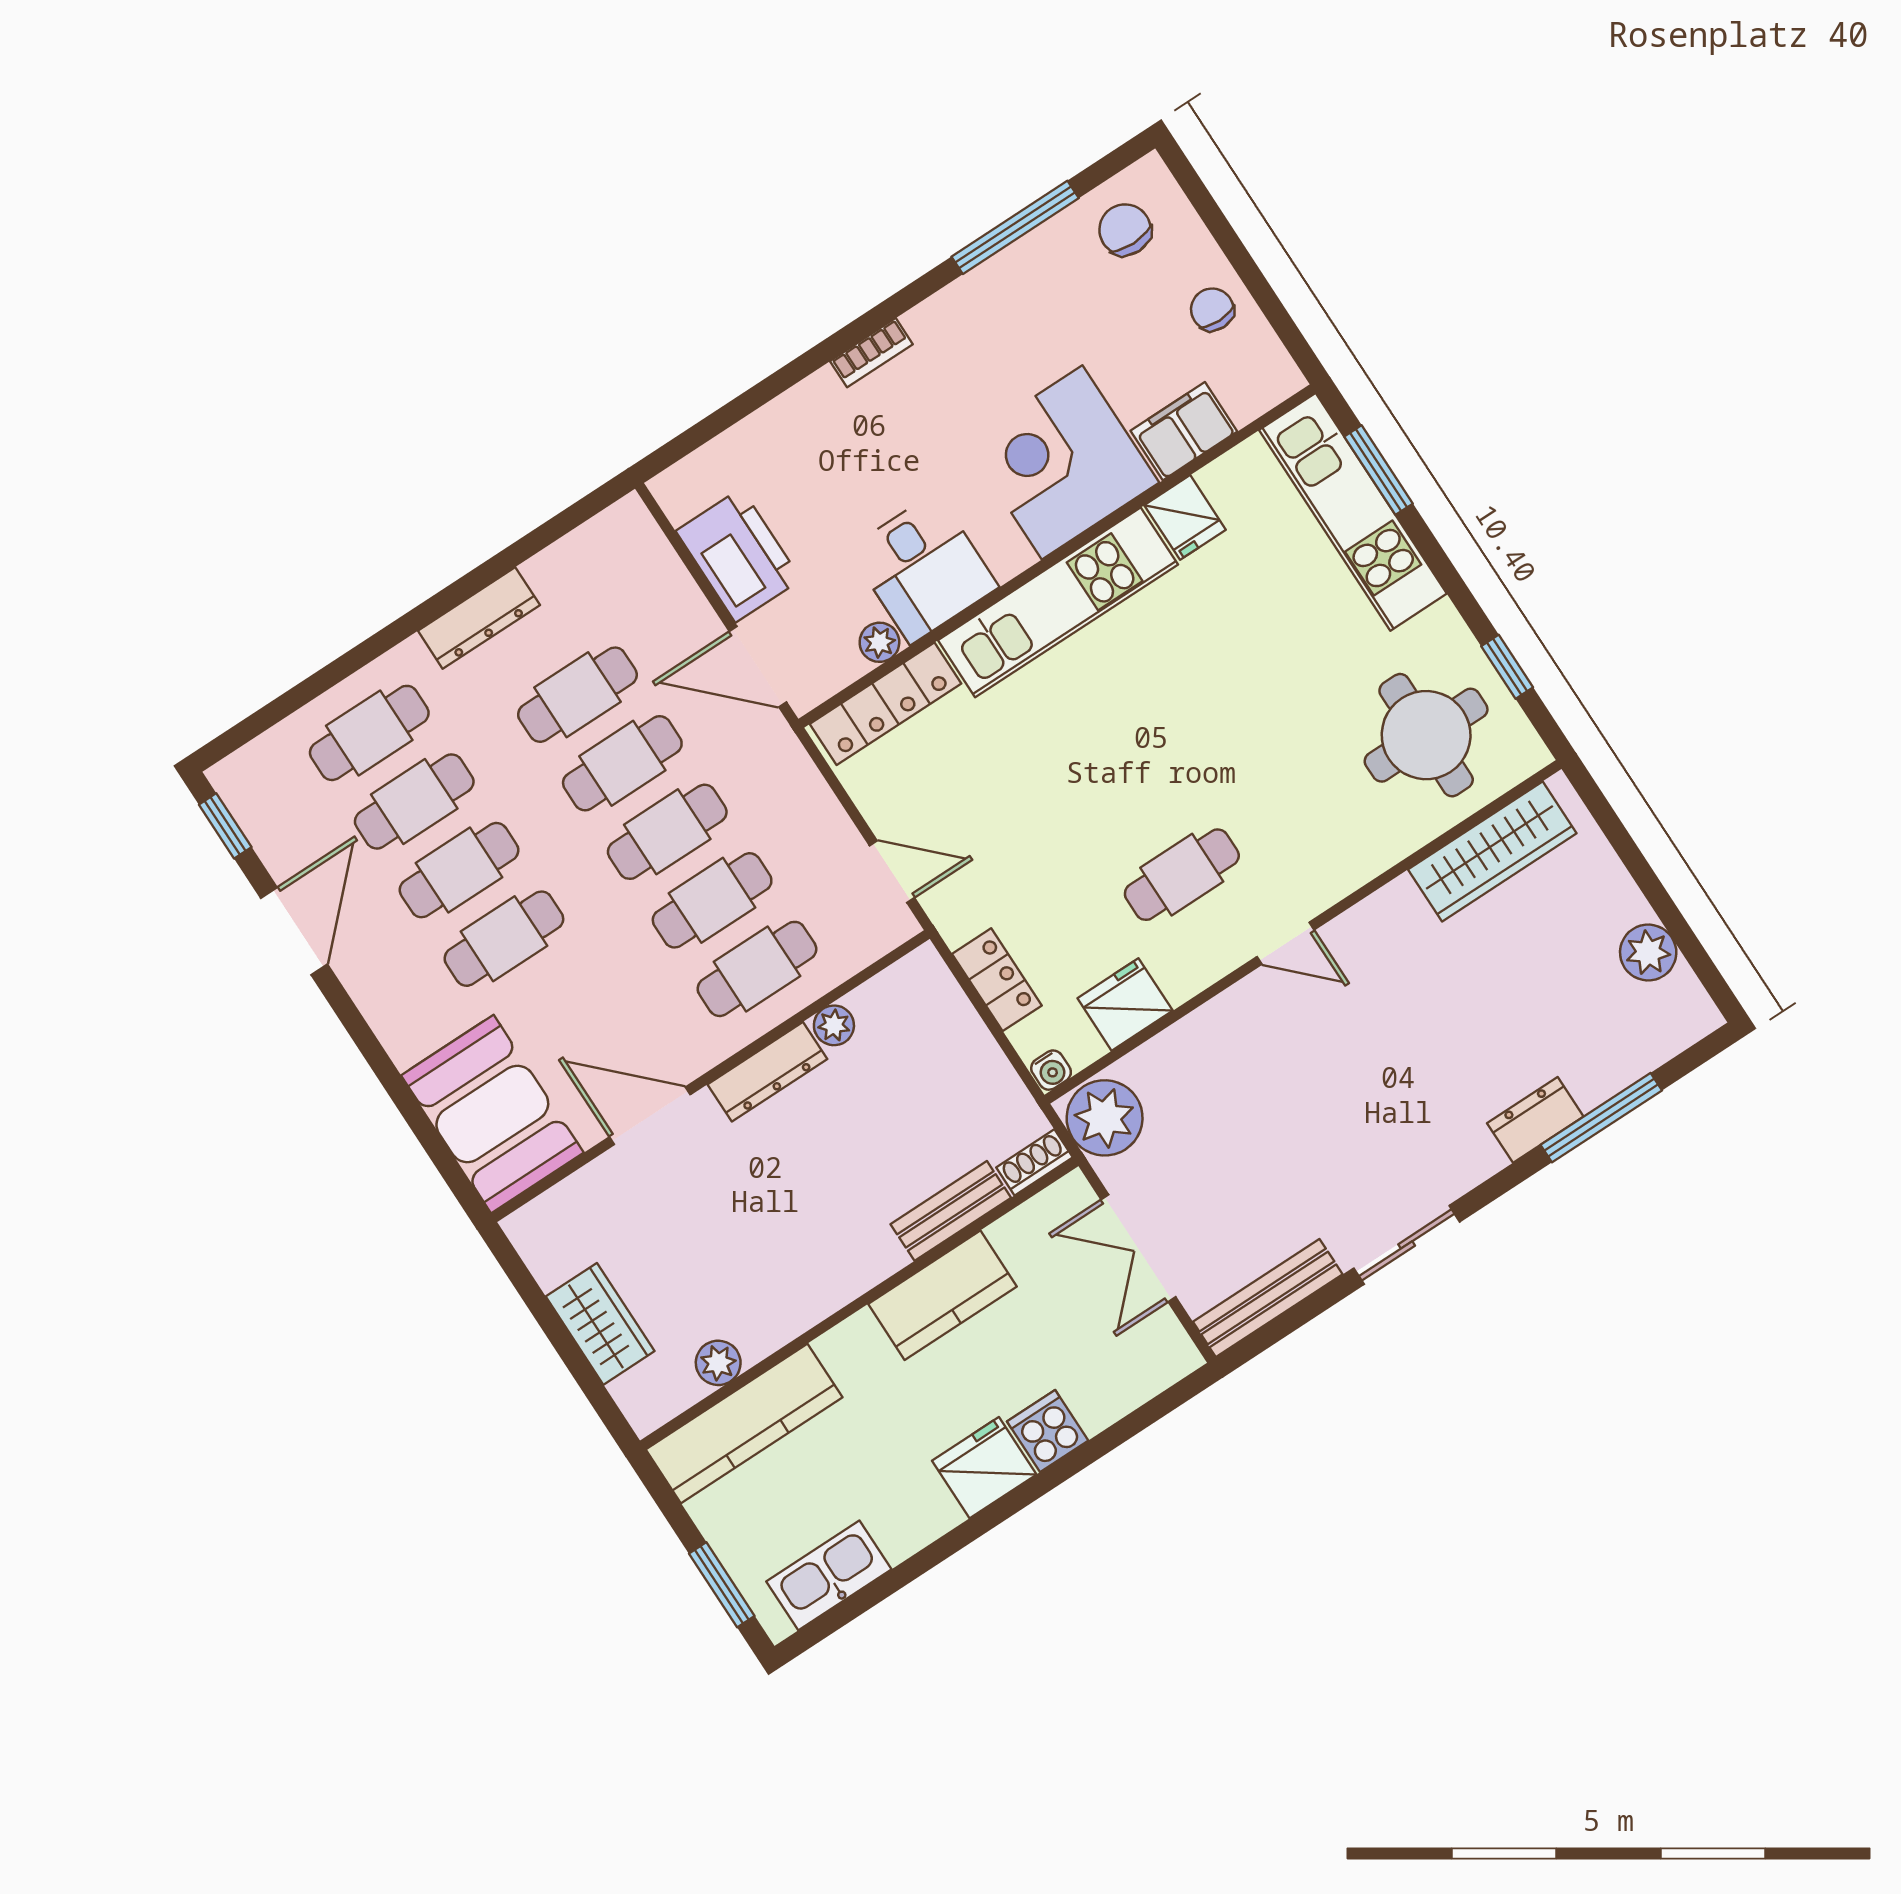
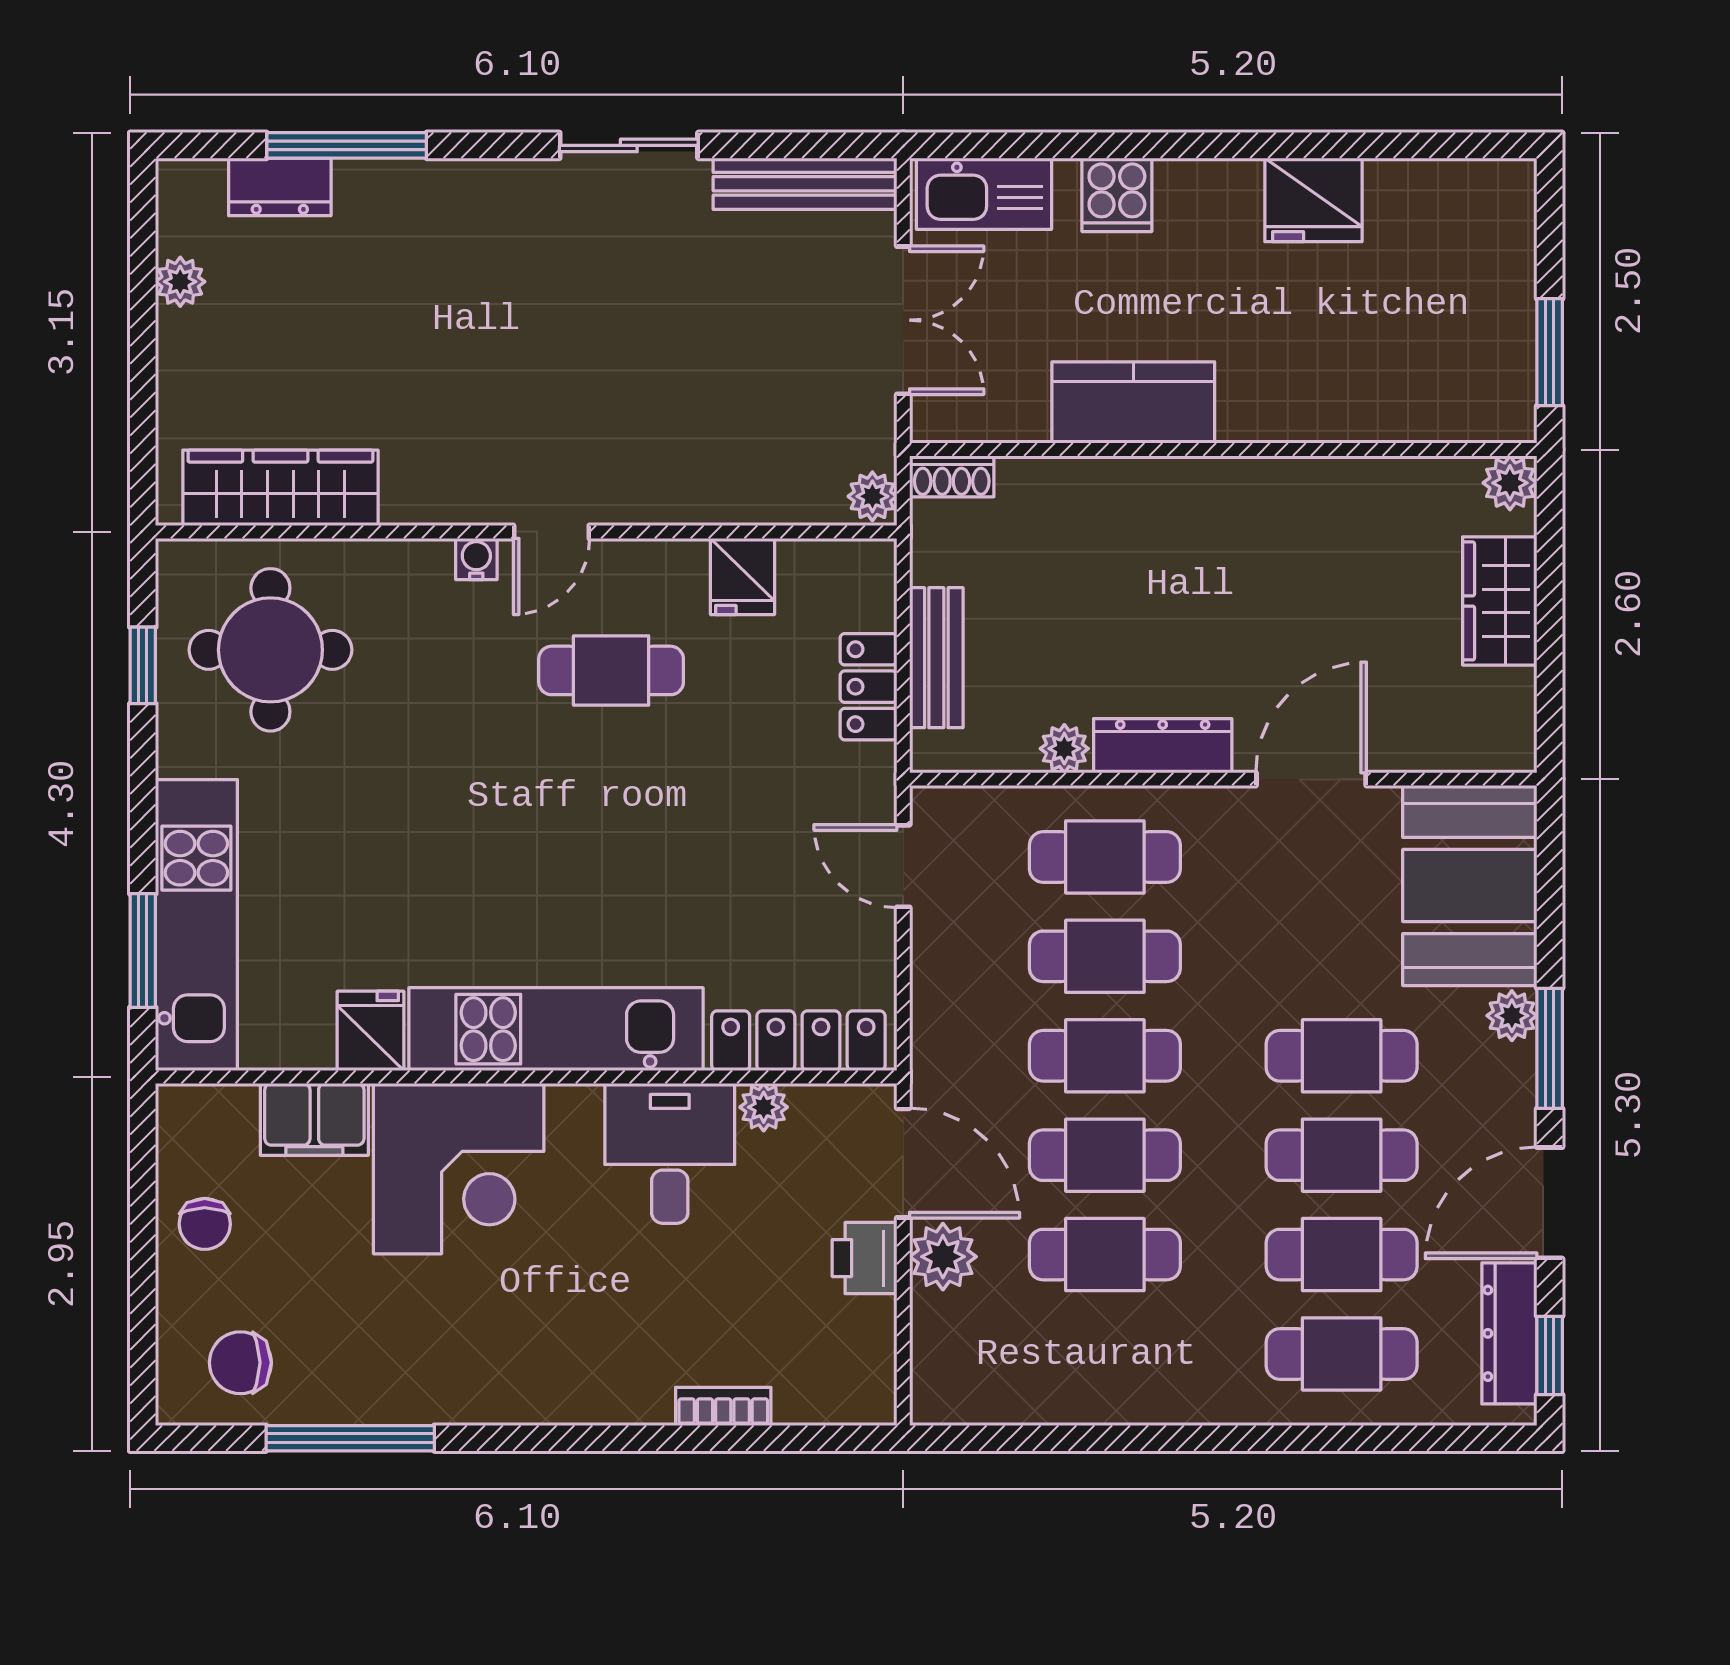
chair: (1125, 230) -> (240, 1363), turned 90
bookcase: (871, 353) -> (723, 1406), moved
printer: (738, 555) -> (865, 1258), width x0.53, depth x0.68
dresser: (479, 618) -> (1509, 1333), moved, turned -90
plant: (688, 620) -> (943, 1257), added
door: (1285, 943) -> (551, 532), swing flipped
plant: (1648, 952) -> (180, 282), width x0.73, depth x0.73
fridge: (1125, 1004) -> (743, 576), width x0.72
window: (364, 1038) -> (1550, 1048), added
plant: (405, 1043) -> (1512, 1016), added
water cooler: (1051, 1070) -> (476, 559), moved
door: (650, 1116) -> (1311, 779), swing flipped
plant: (1105, 1118) -> (872, 496), width x0.53, depth x0.53
dresser: (1535, 1120) -> (280, 187), moved
bench: (951, 1211) -> (936, 658), moved, turned 90
plant: (718, 1363) -> (1510, 483), moved
kitchen counter: (744, 1423) -> (1420, 404), removed
fridge: (984, 1468) -> (1313, 200), moved
kitchen sink: (829, 1575) -> (984, 194), moved
window: (722, 1585) -> (1550, 352), moved

